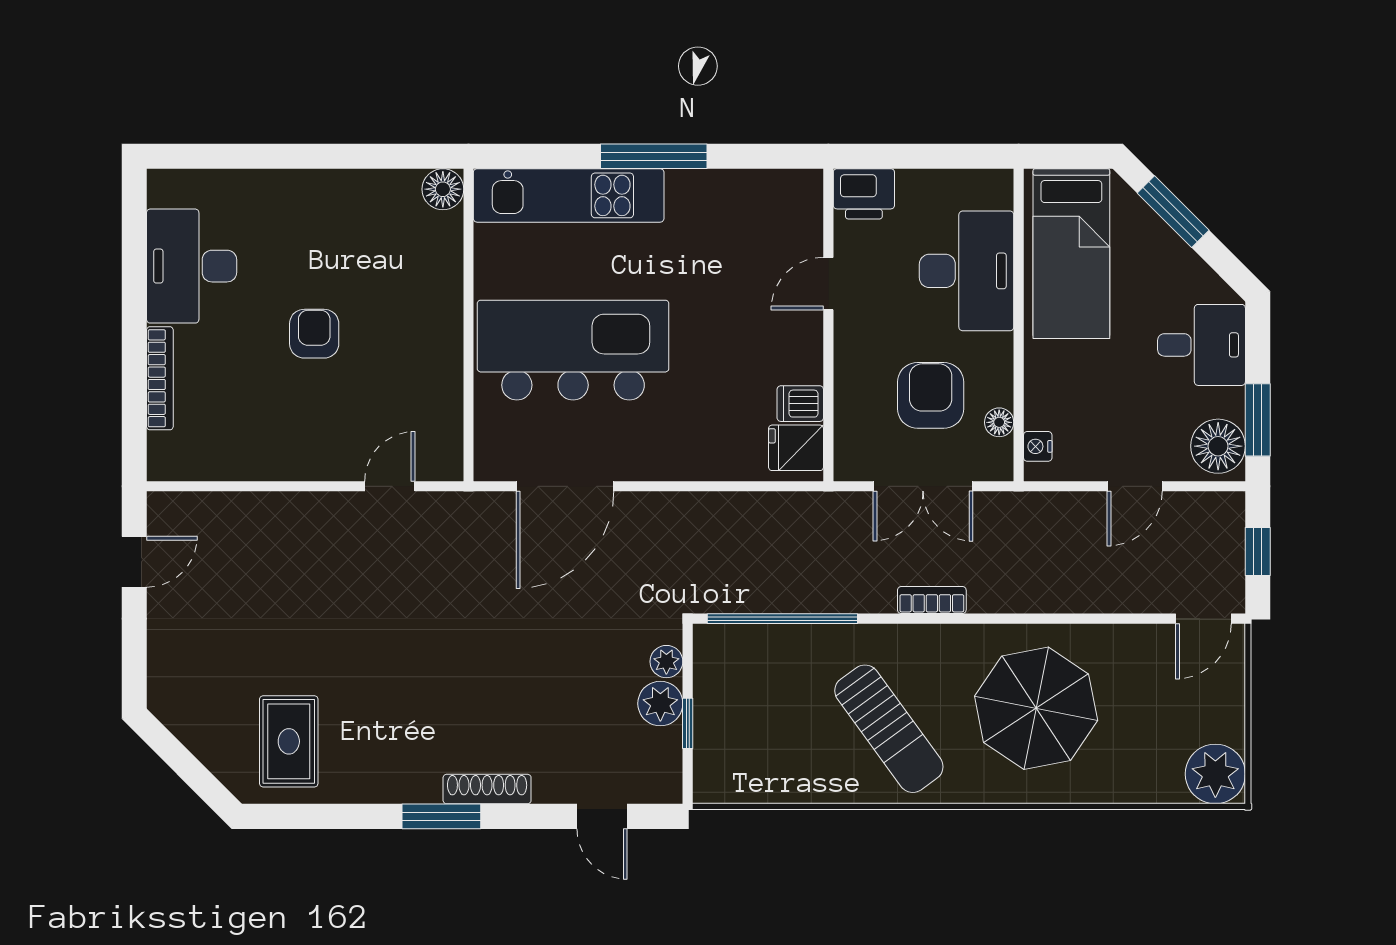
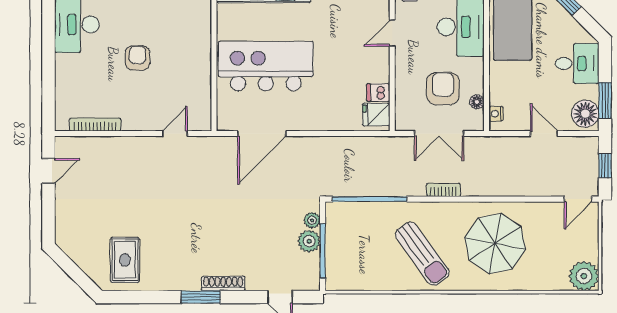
bookcase: (160, 378) -> (95, 125), moved, turned -90
door: (1135, 486) -> (544, 134), swing flipped
window: (688, 723) -> (323, 251), width x2.17

